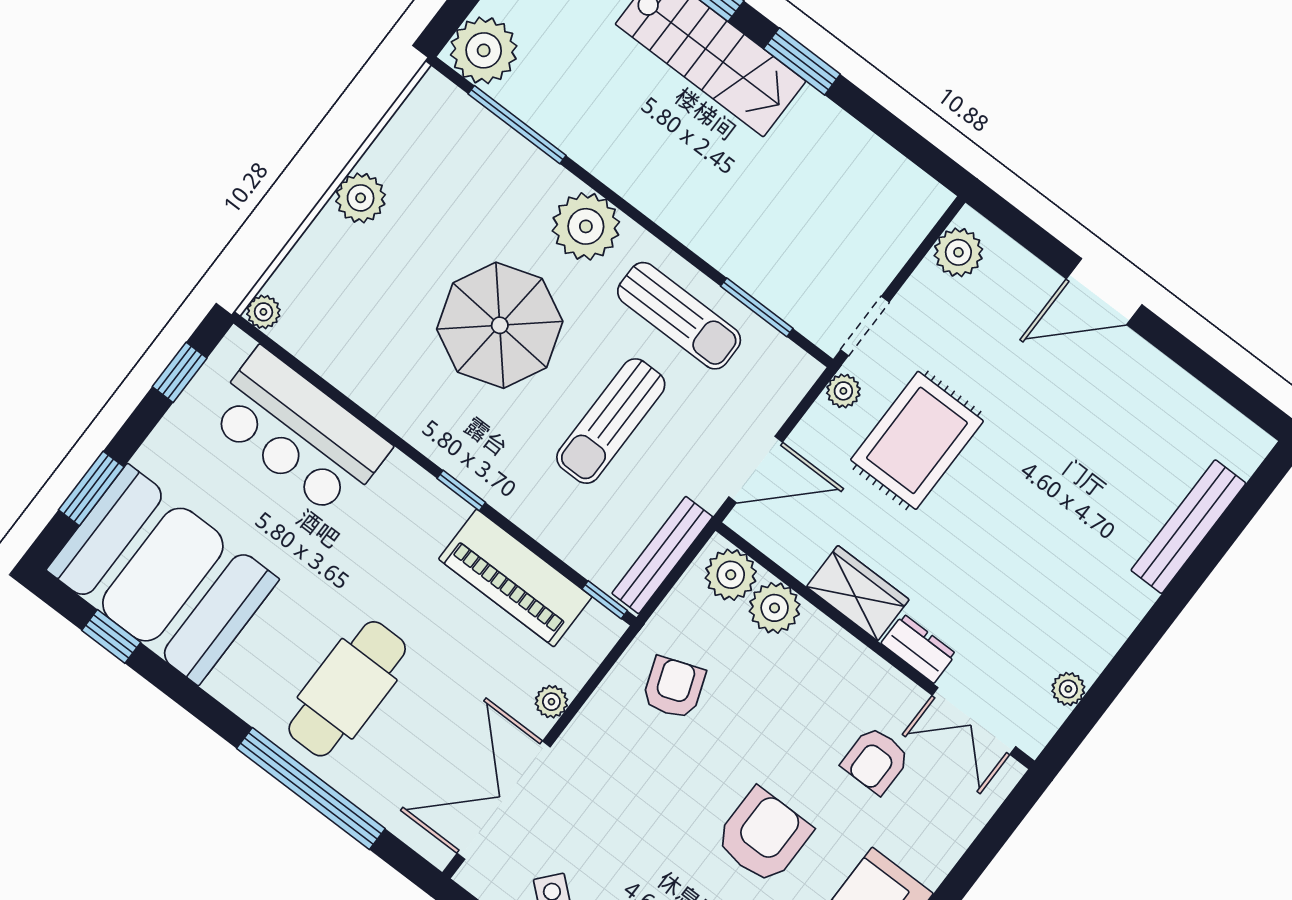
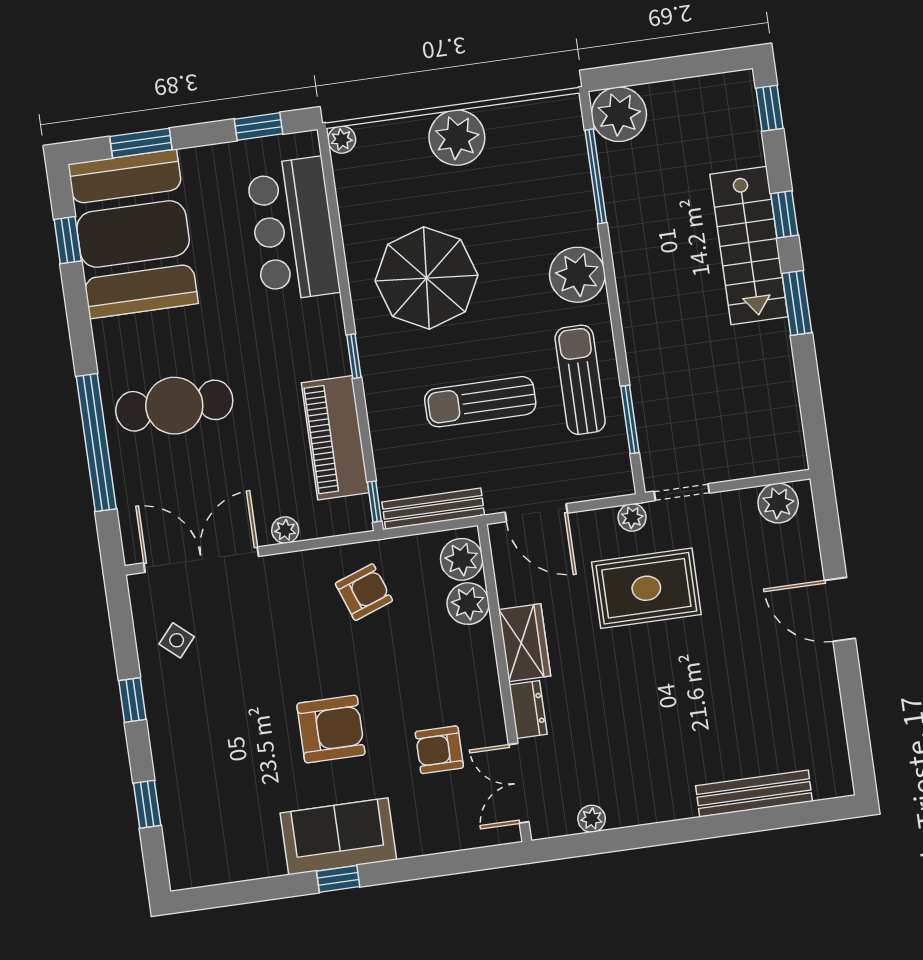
plant: (361, 198) -> (457, 138), width x1.36, depth x1.36
sun lounger: (679, 316) -> (580, 380), turned 180
parasol: (500, 325) -> (426, 278), moved

